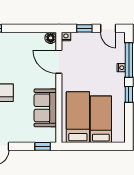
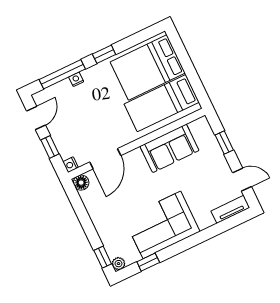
bed: (101, 119) -> (148, 68), width x1.50
window: (43, 146) -> (224, 143), moved

